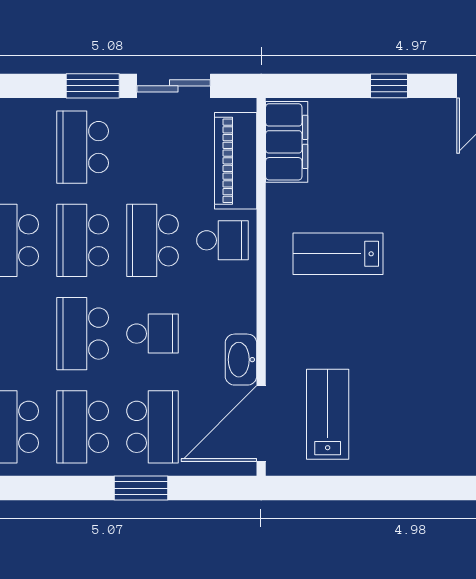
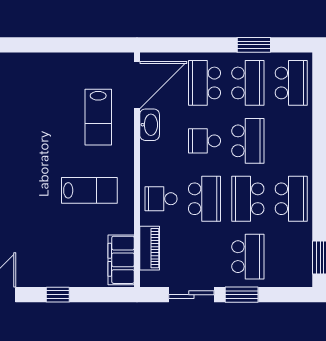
piano: (236, 161) -> (150, 248), width x0.73, depth x0.75
school desk: (83, 240) -> (248, 199), turned 180
lab bench: (328, 414) -> (98, 117), moved
window: (141, 488) -> (254, 45), moved

